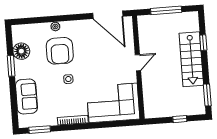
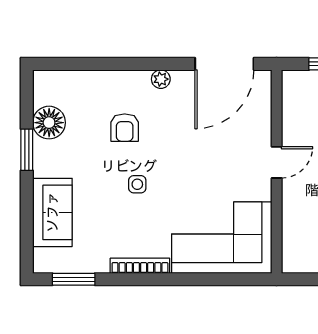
door: (108, 15) -> (224, 64), hinge flipped
plant: (55, 26) -> (161, 79), moved
armchair: (60, 51) -> (125, 128), width x0.53, depth x0.53

